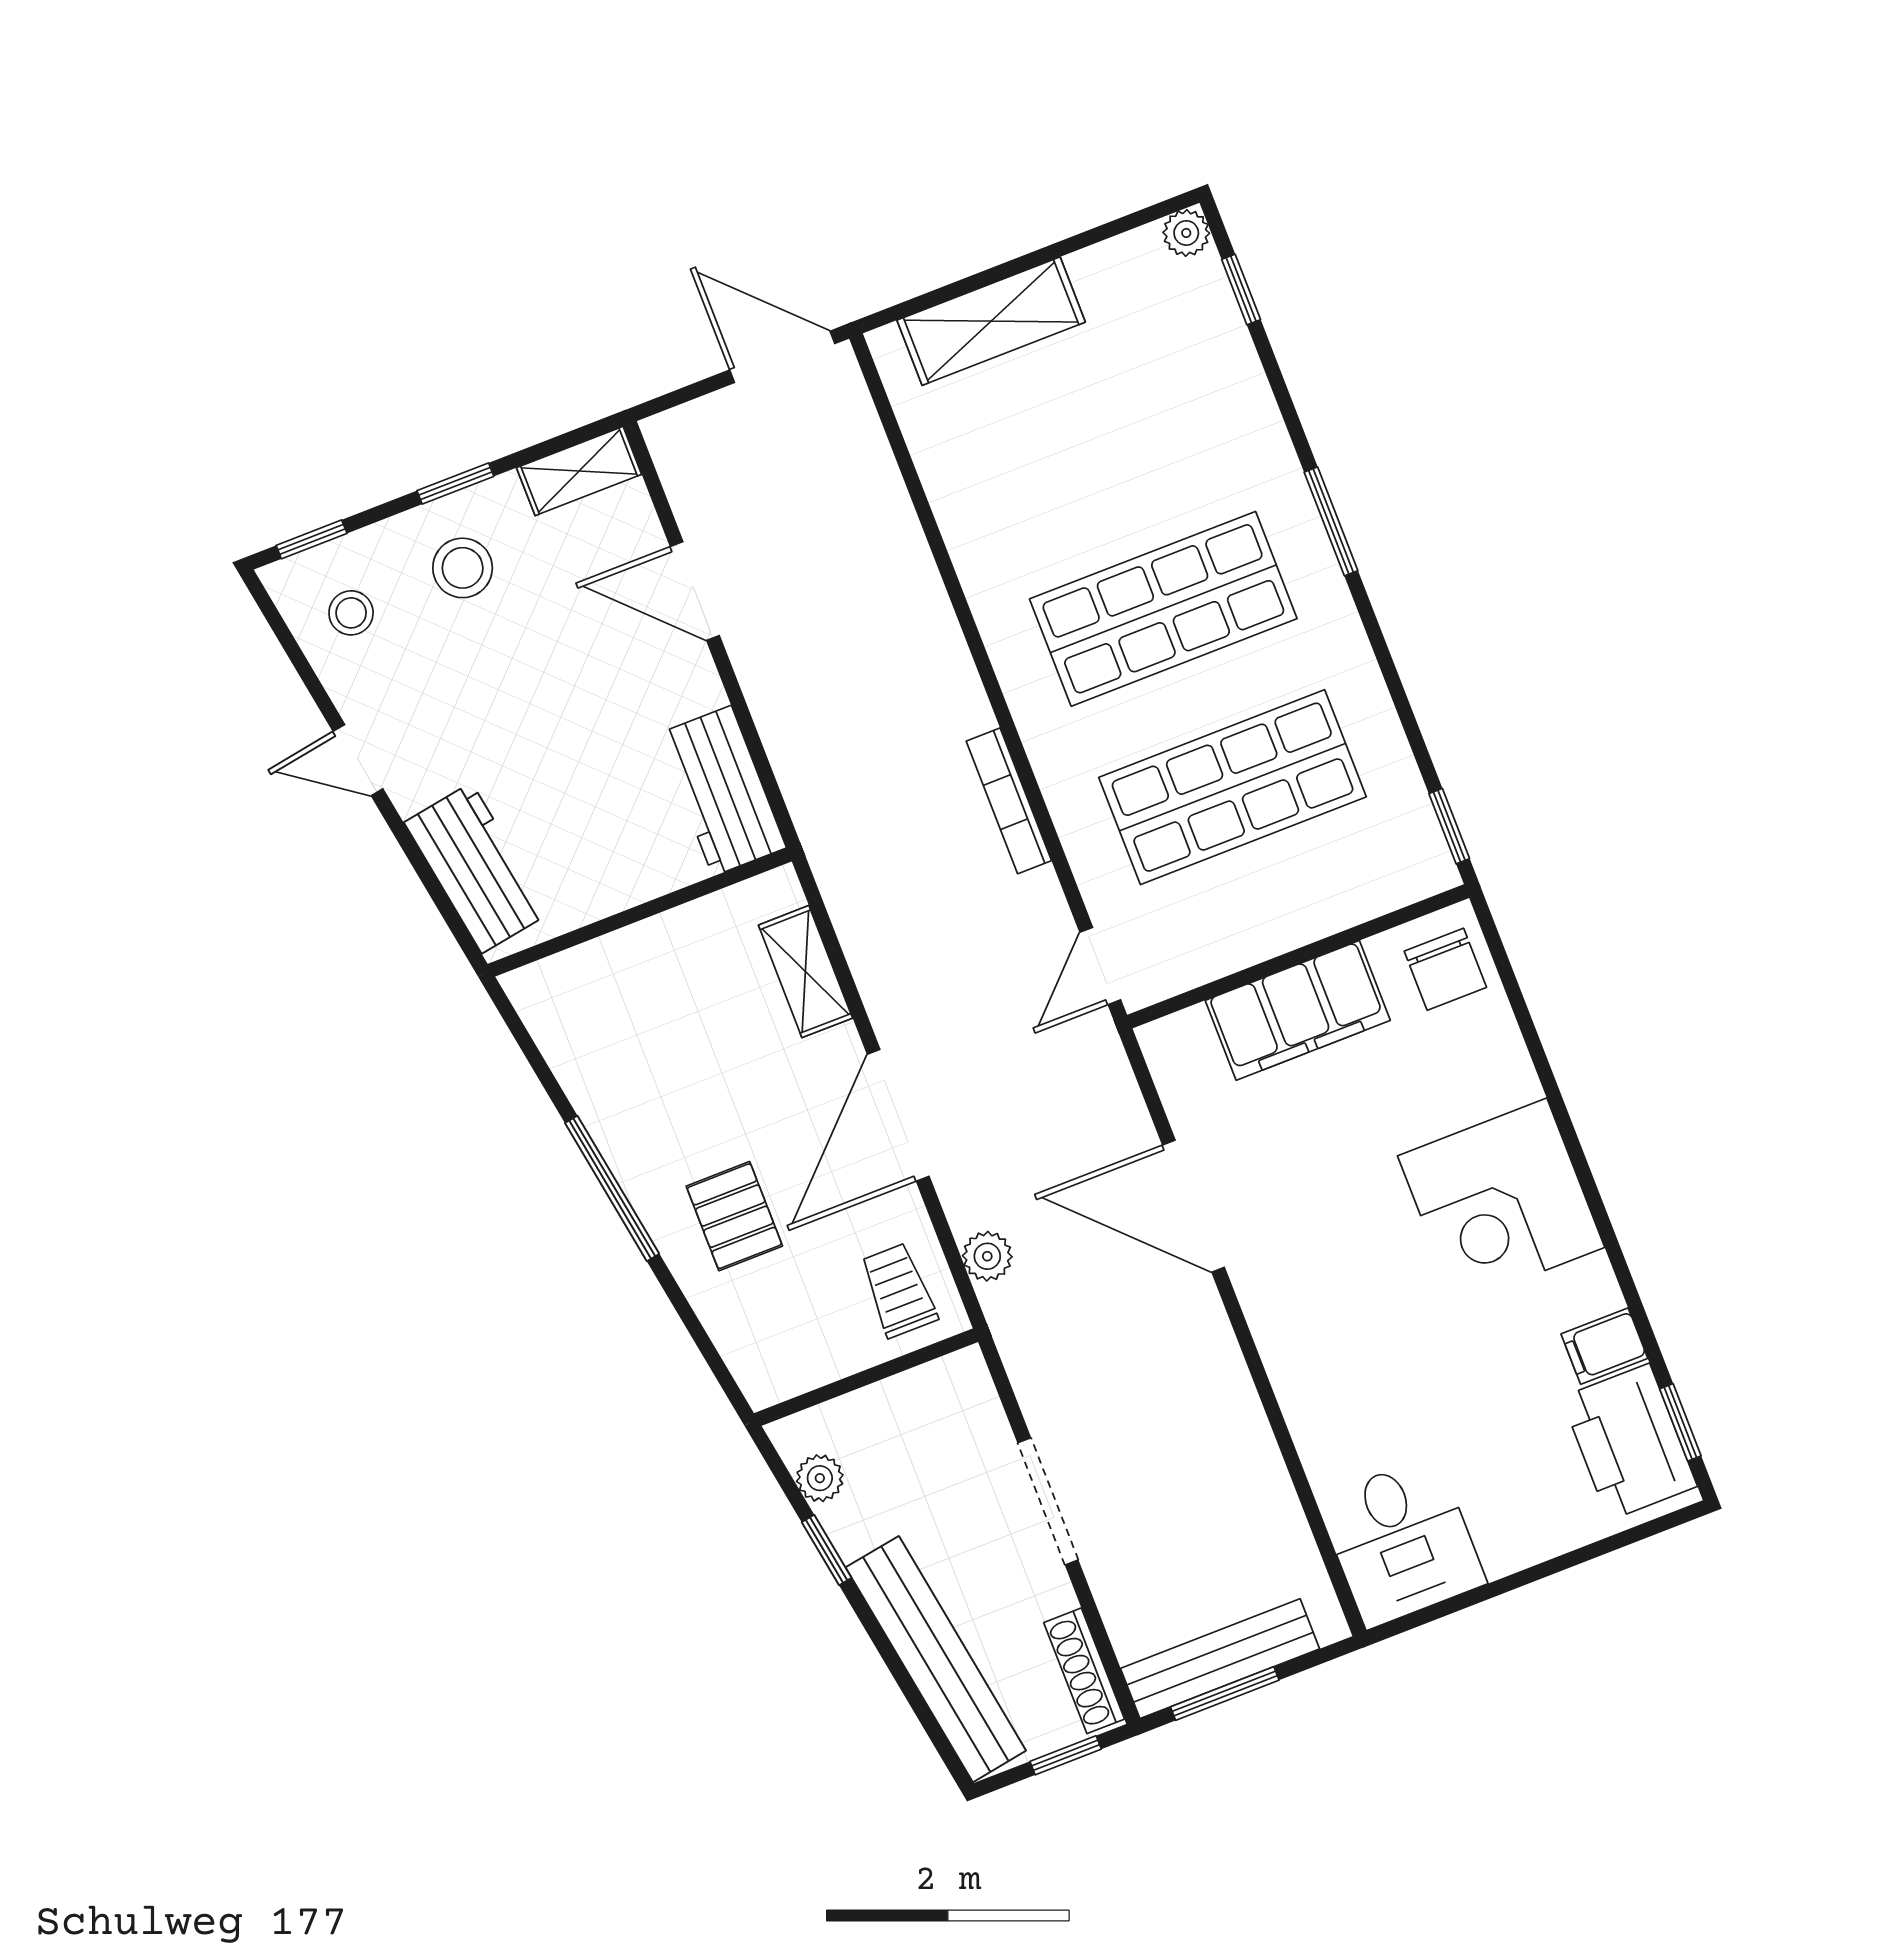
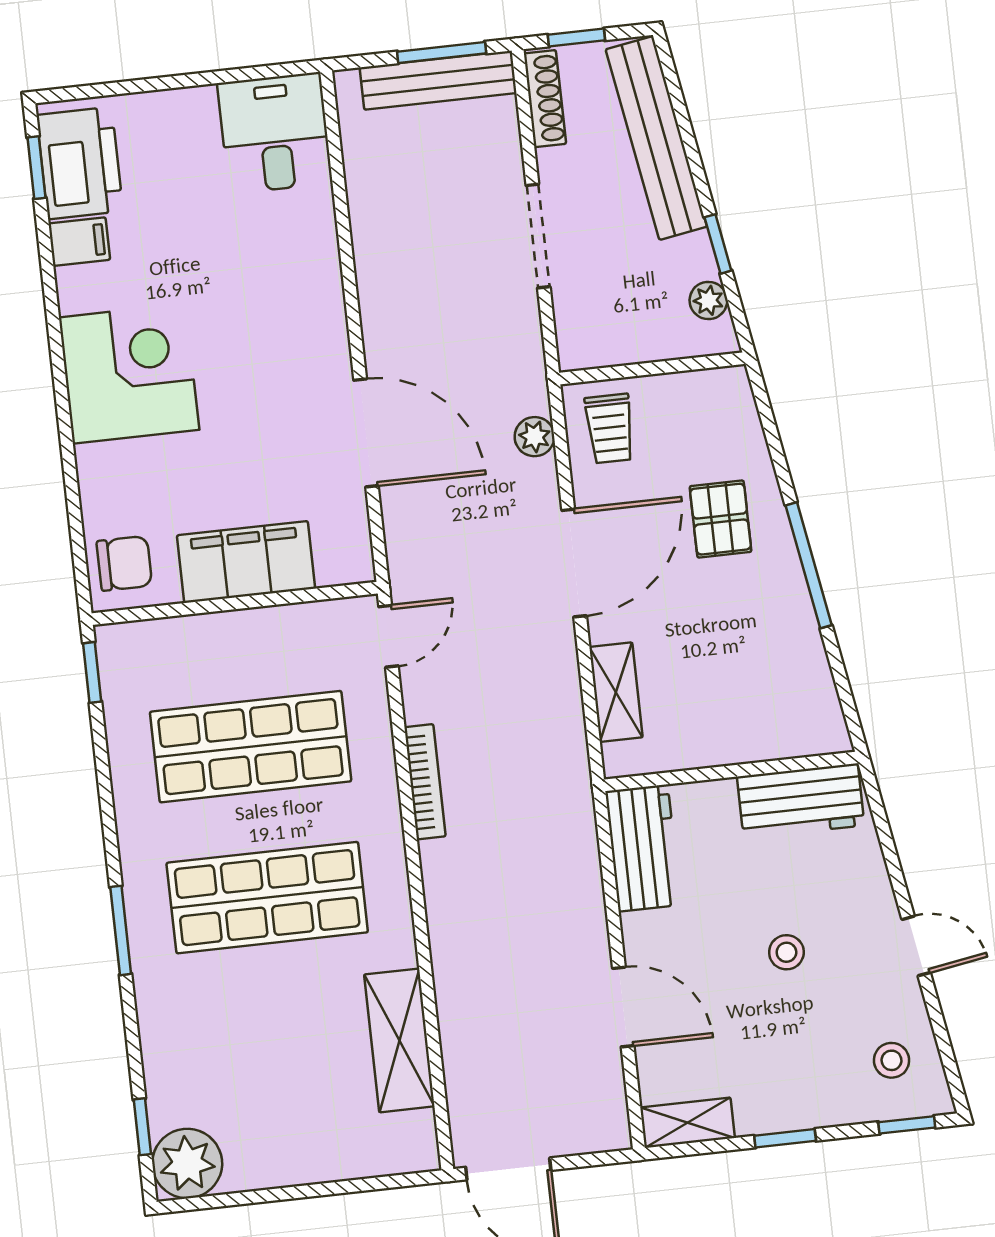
plant: (1186, 233) -> (187, 1163), width x1.88, depth x1.88
shelving: (991, 321) -> (399, 1040), moved, turned 90
stool: (463, 568) -> (786, 952), moved, width x0.73, depth x0.73
workbench: (476, 868) -> (801, 801), moved, turned -81
chair: (1445, 969) -> (124, 563), turned 90

